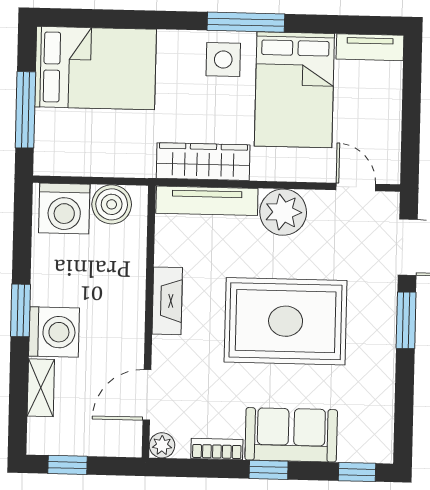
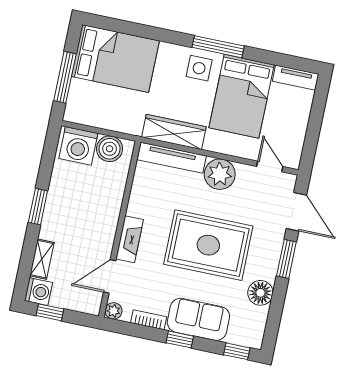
fireplace: (167, 301) -> (130, 239), moved
washing machine: (54, 332) -> (39, 292), moved, width x0.73, depth x0.73
floor lamp: (376, 378) -> (260, 293), added

